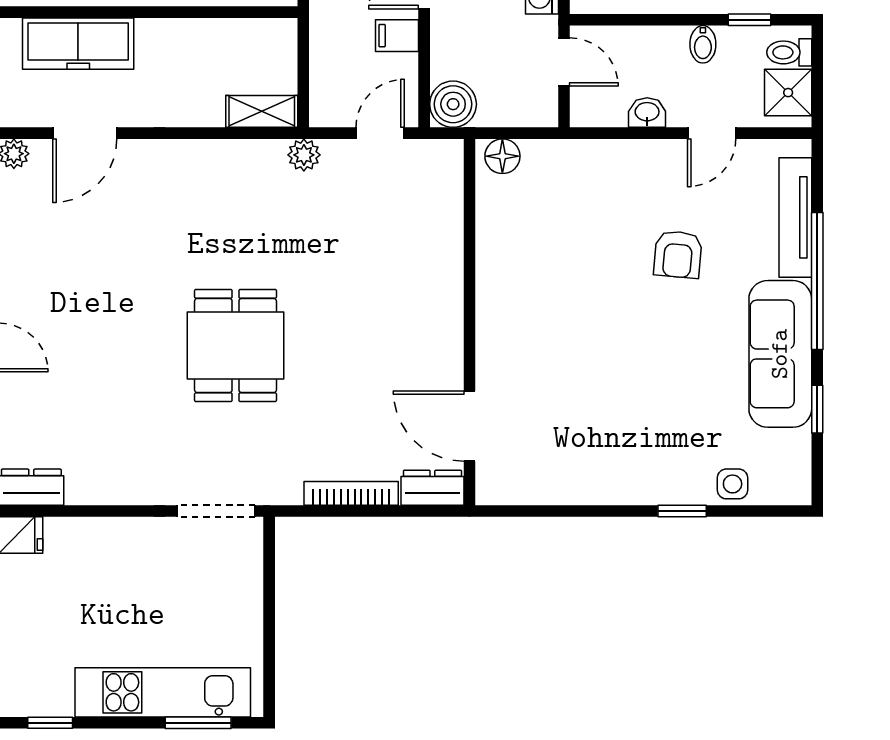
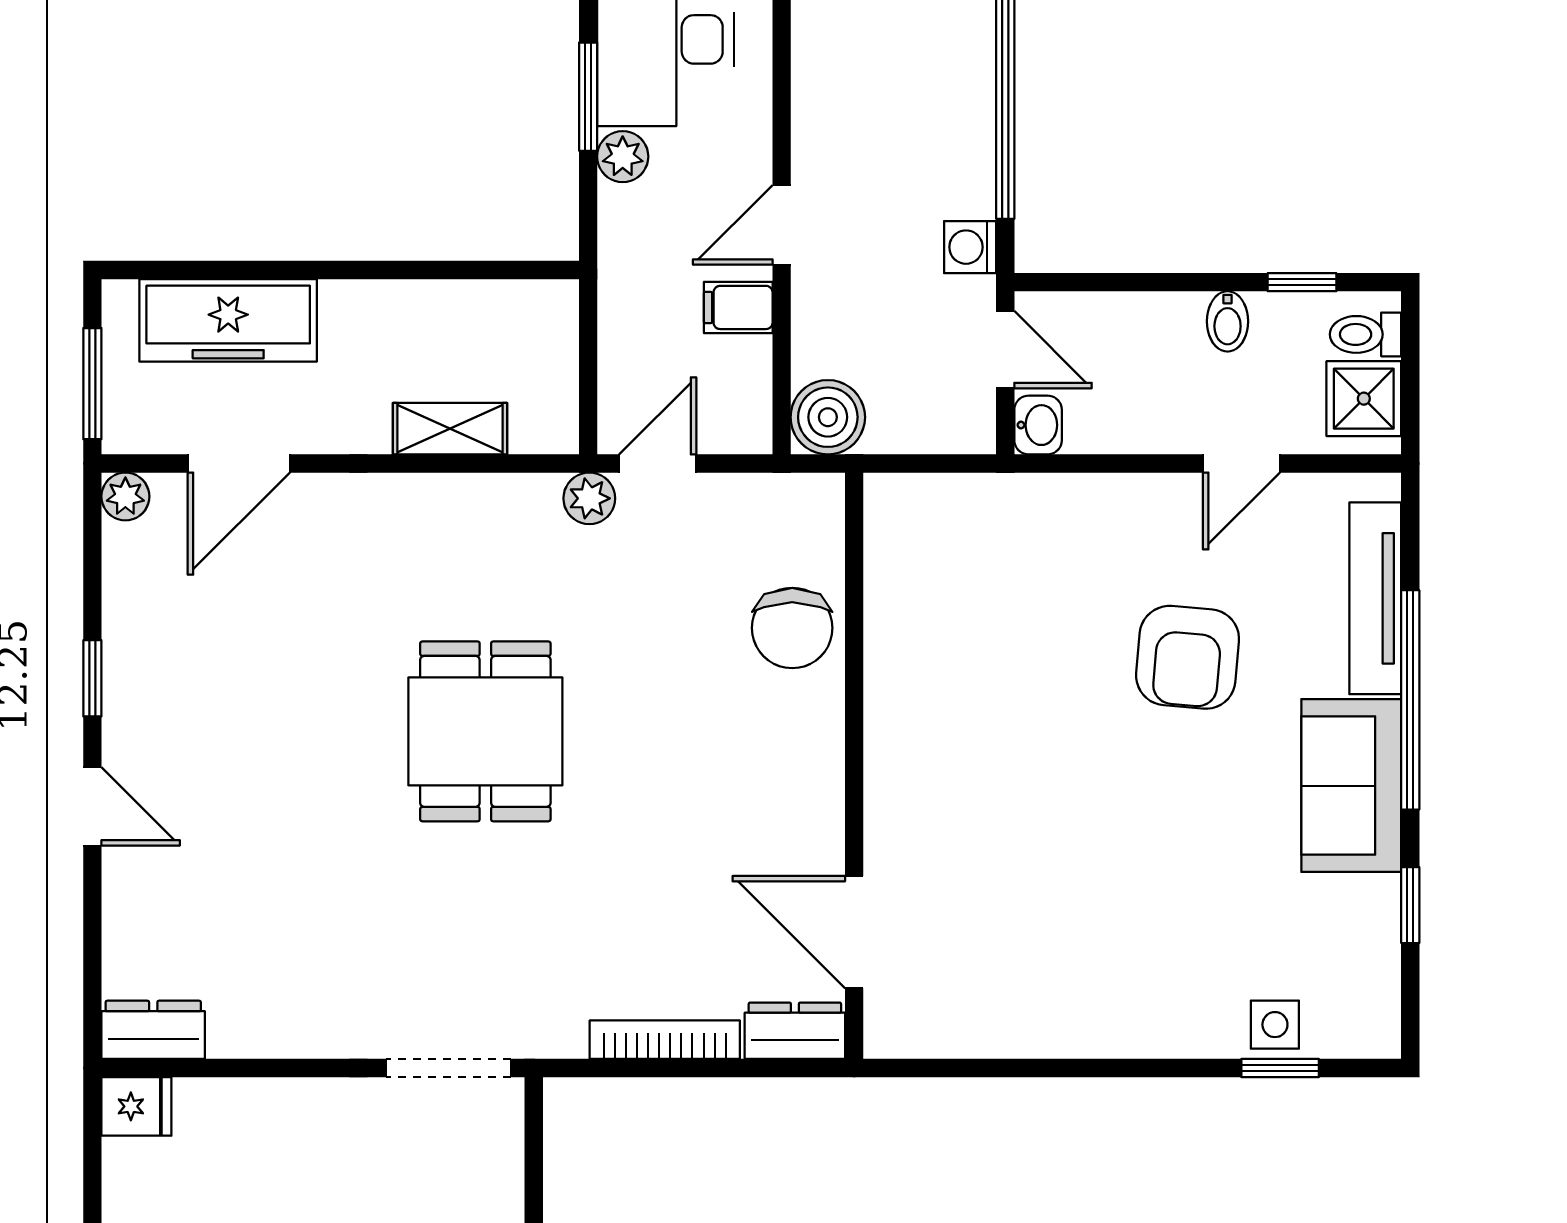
shelving: (262, 111) -> (450, 429), moved
washbasin: (647, 113) -> (1038, 425), moved, turned 90
door: (380, 133) -> (658, 463), moved
floor lamp: (502, 156) -> (907, 500), removed
chair: (431, 236) -> (792, 628), added
armchair: (678, 254) -> (1188, 657), width x1.38, depth x1.38
dining table: (236, 346) -> (485, 731), moved
sofa: (780, 354) -> (1351, 786), width x0.73
window: (682, 511) -> (1280, 1068), moved

